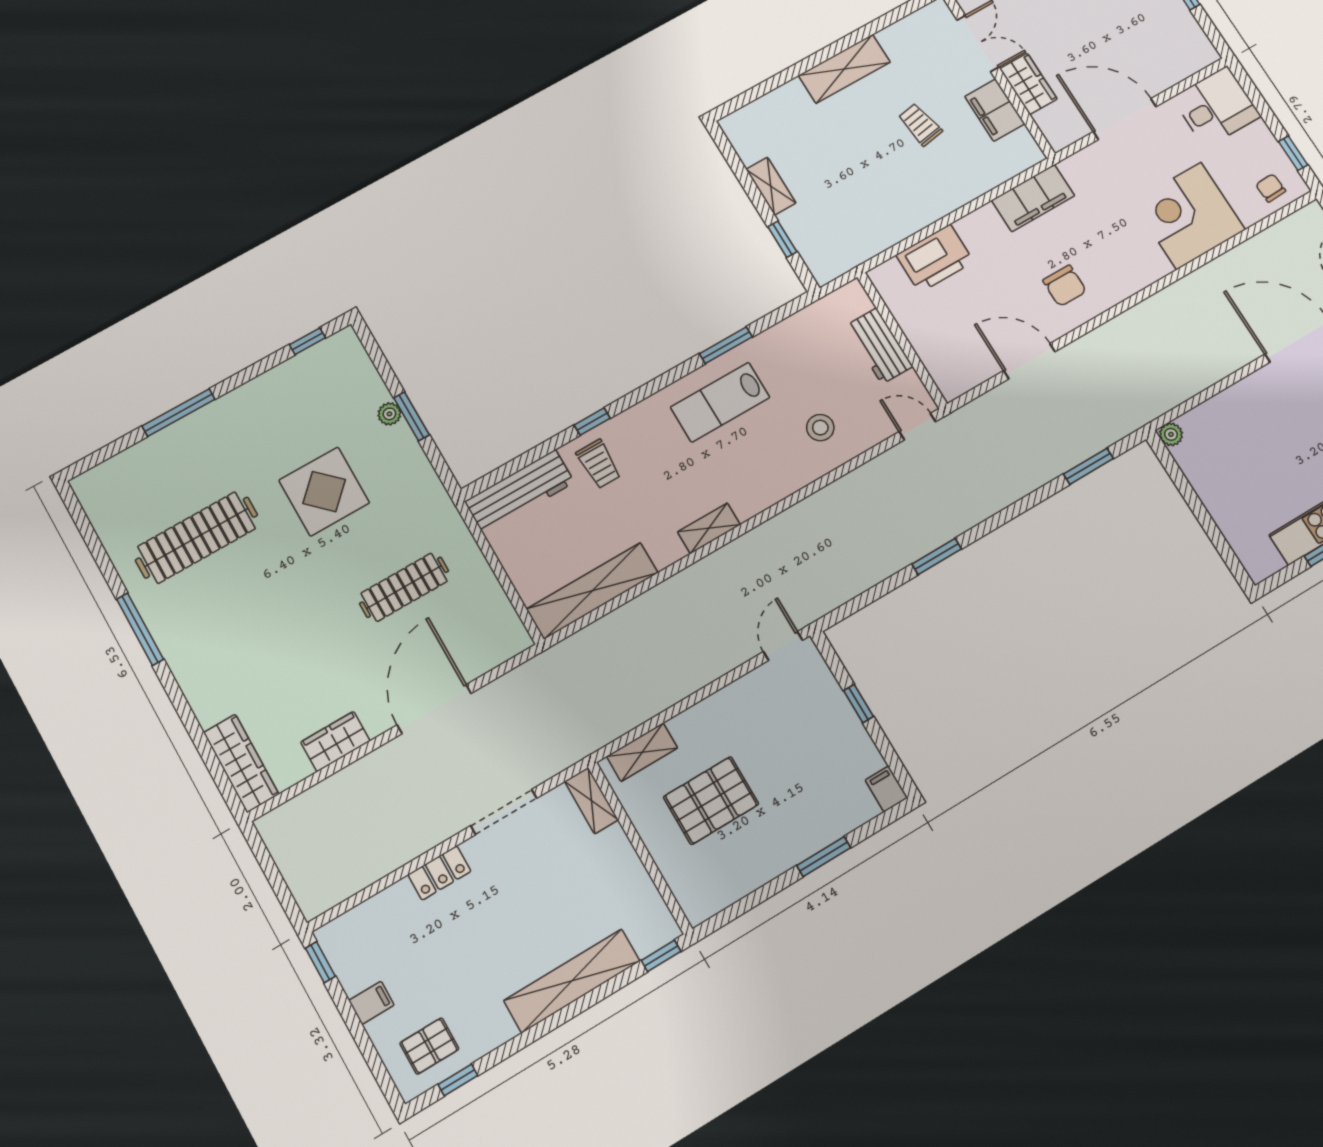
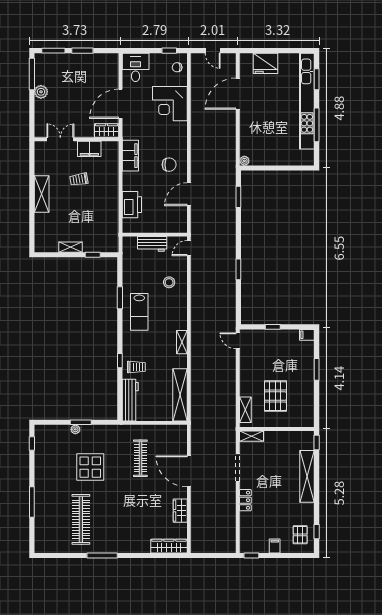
wardrobe: (1028, 84) -> (107, 130), moved

